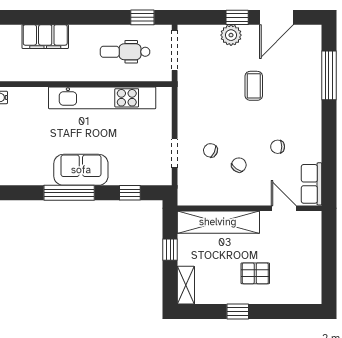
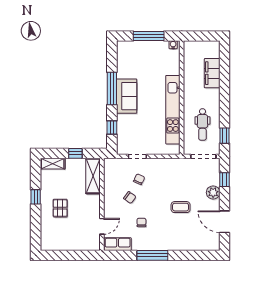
window: (237, 17) -> (225, 180), moved
dental chair: (125, 52) -> (202, 124), turned 180
window: (329, 75) -> (152, 255), moved
shelving: (218, 222) -> (93, 176), width x0.68

